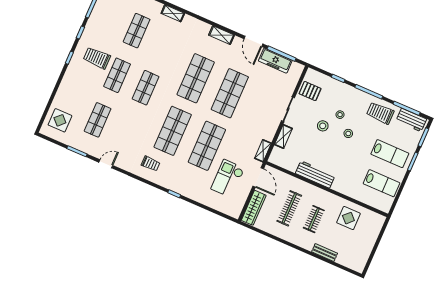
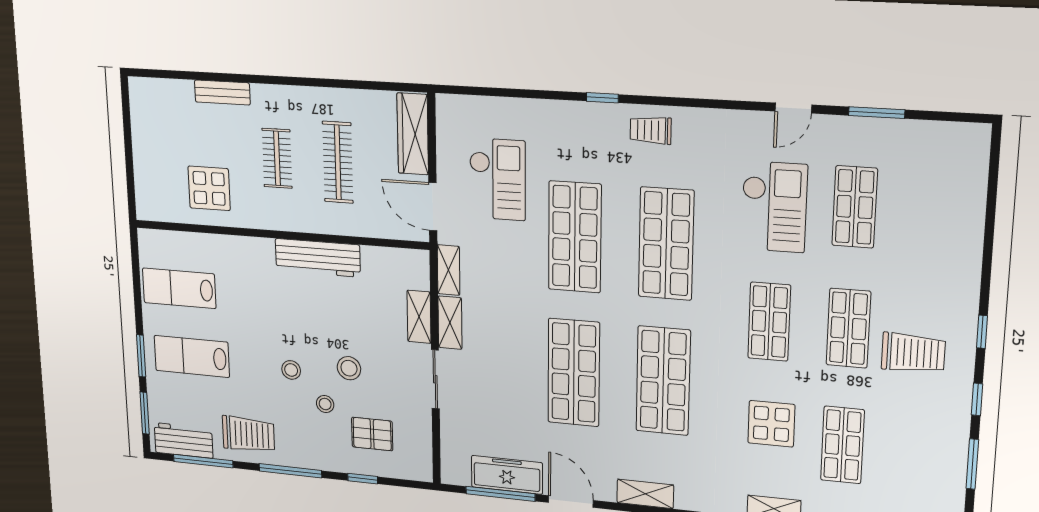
pallet: (310, 91) -> (372, 434), moved
display table: (60, 120) -> (771, 424), moved
checkout: (127, 130) -> (774, 207), added
shelving: (272, 130) -> (450, 323), added
trolley: (151, 164) -> (651, 130), moved

